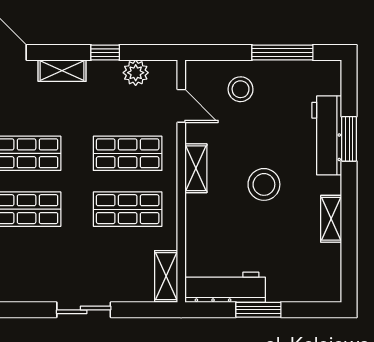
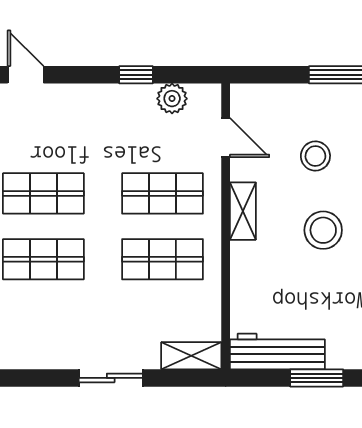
shelving: (62, 71) -> (85, 96), removed
stool: (241, 89) -> (315, 156), moved
shelving: (166, 276) -> (191, 356), moved, turned 90

